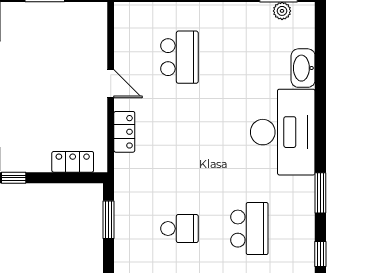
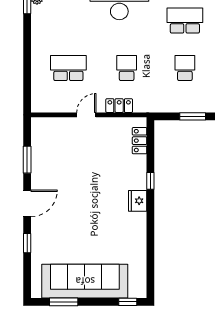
school desk: (179, 143) -> (127, 68), added
window: (108, 220) -> (193, 116), moved

